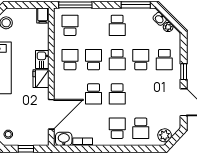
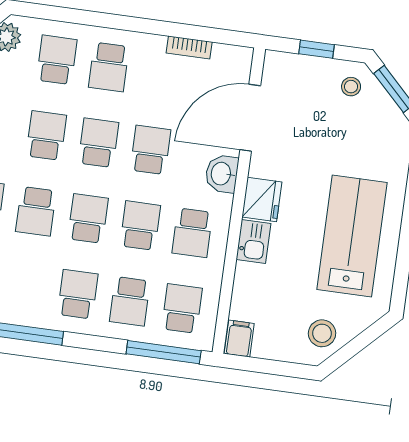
school desk: (70, 25) -> (182, 308), turned 180
school desk: (94, 25) -> (130, 301), added
school desk: (94, 60) -> (140, 226), turned 180
school desk: (141, 94) -> (46, 136), added
washbasin: (64, 139) -> (222, 174), moved, turned 90

